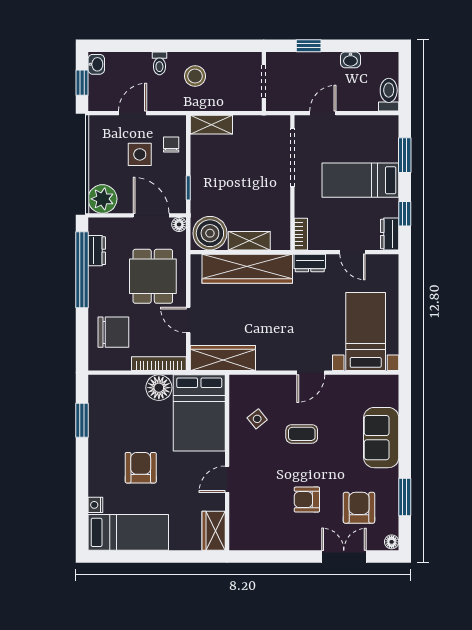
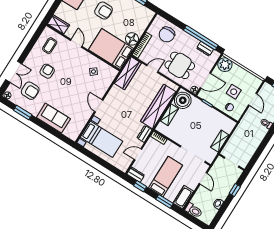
stool: (195, 76) -> (252, 135), removed
shelving: (211, 125) -> (220, 141), moved
cot: (377, 127) -> (183, 197), added
coffee table: (302, 434) -> (50, 46), moved

